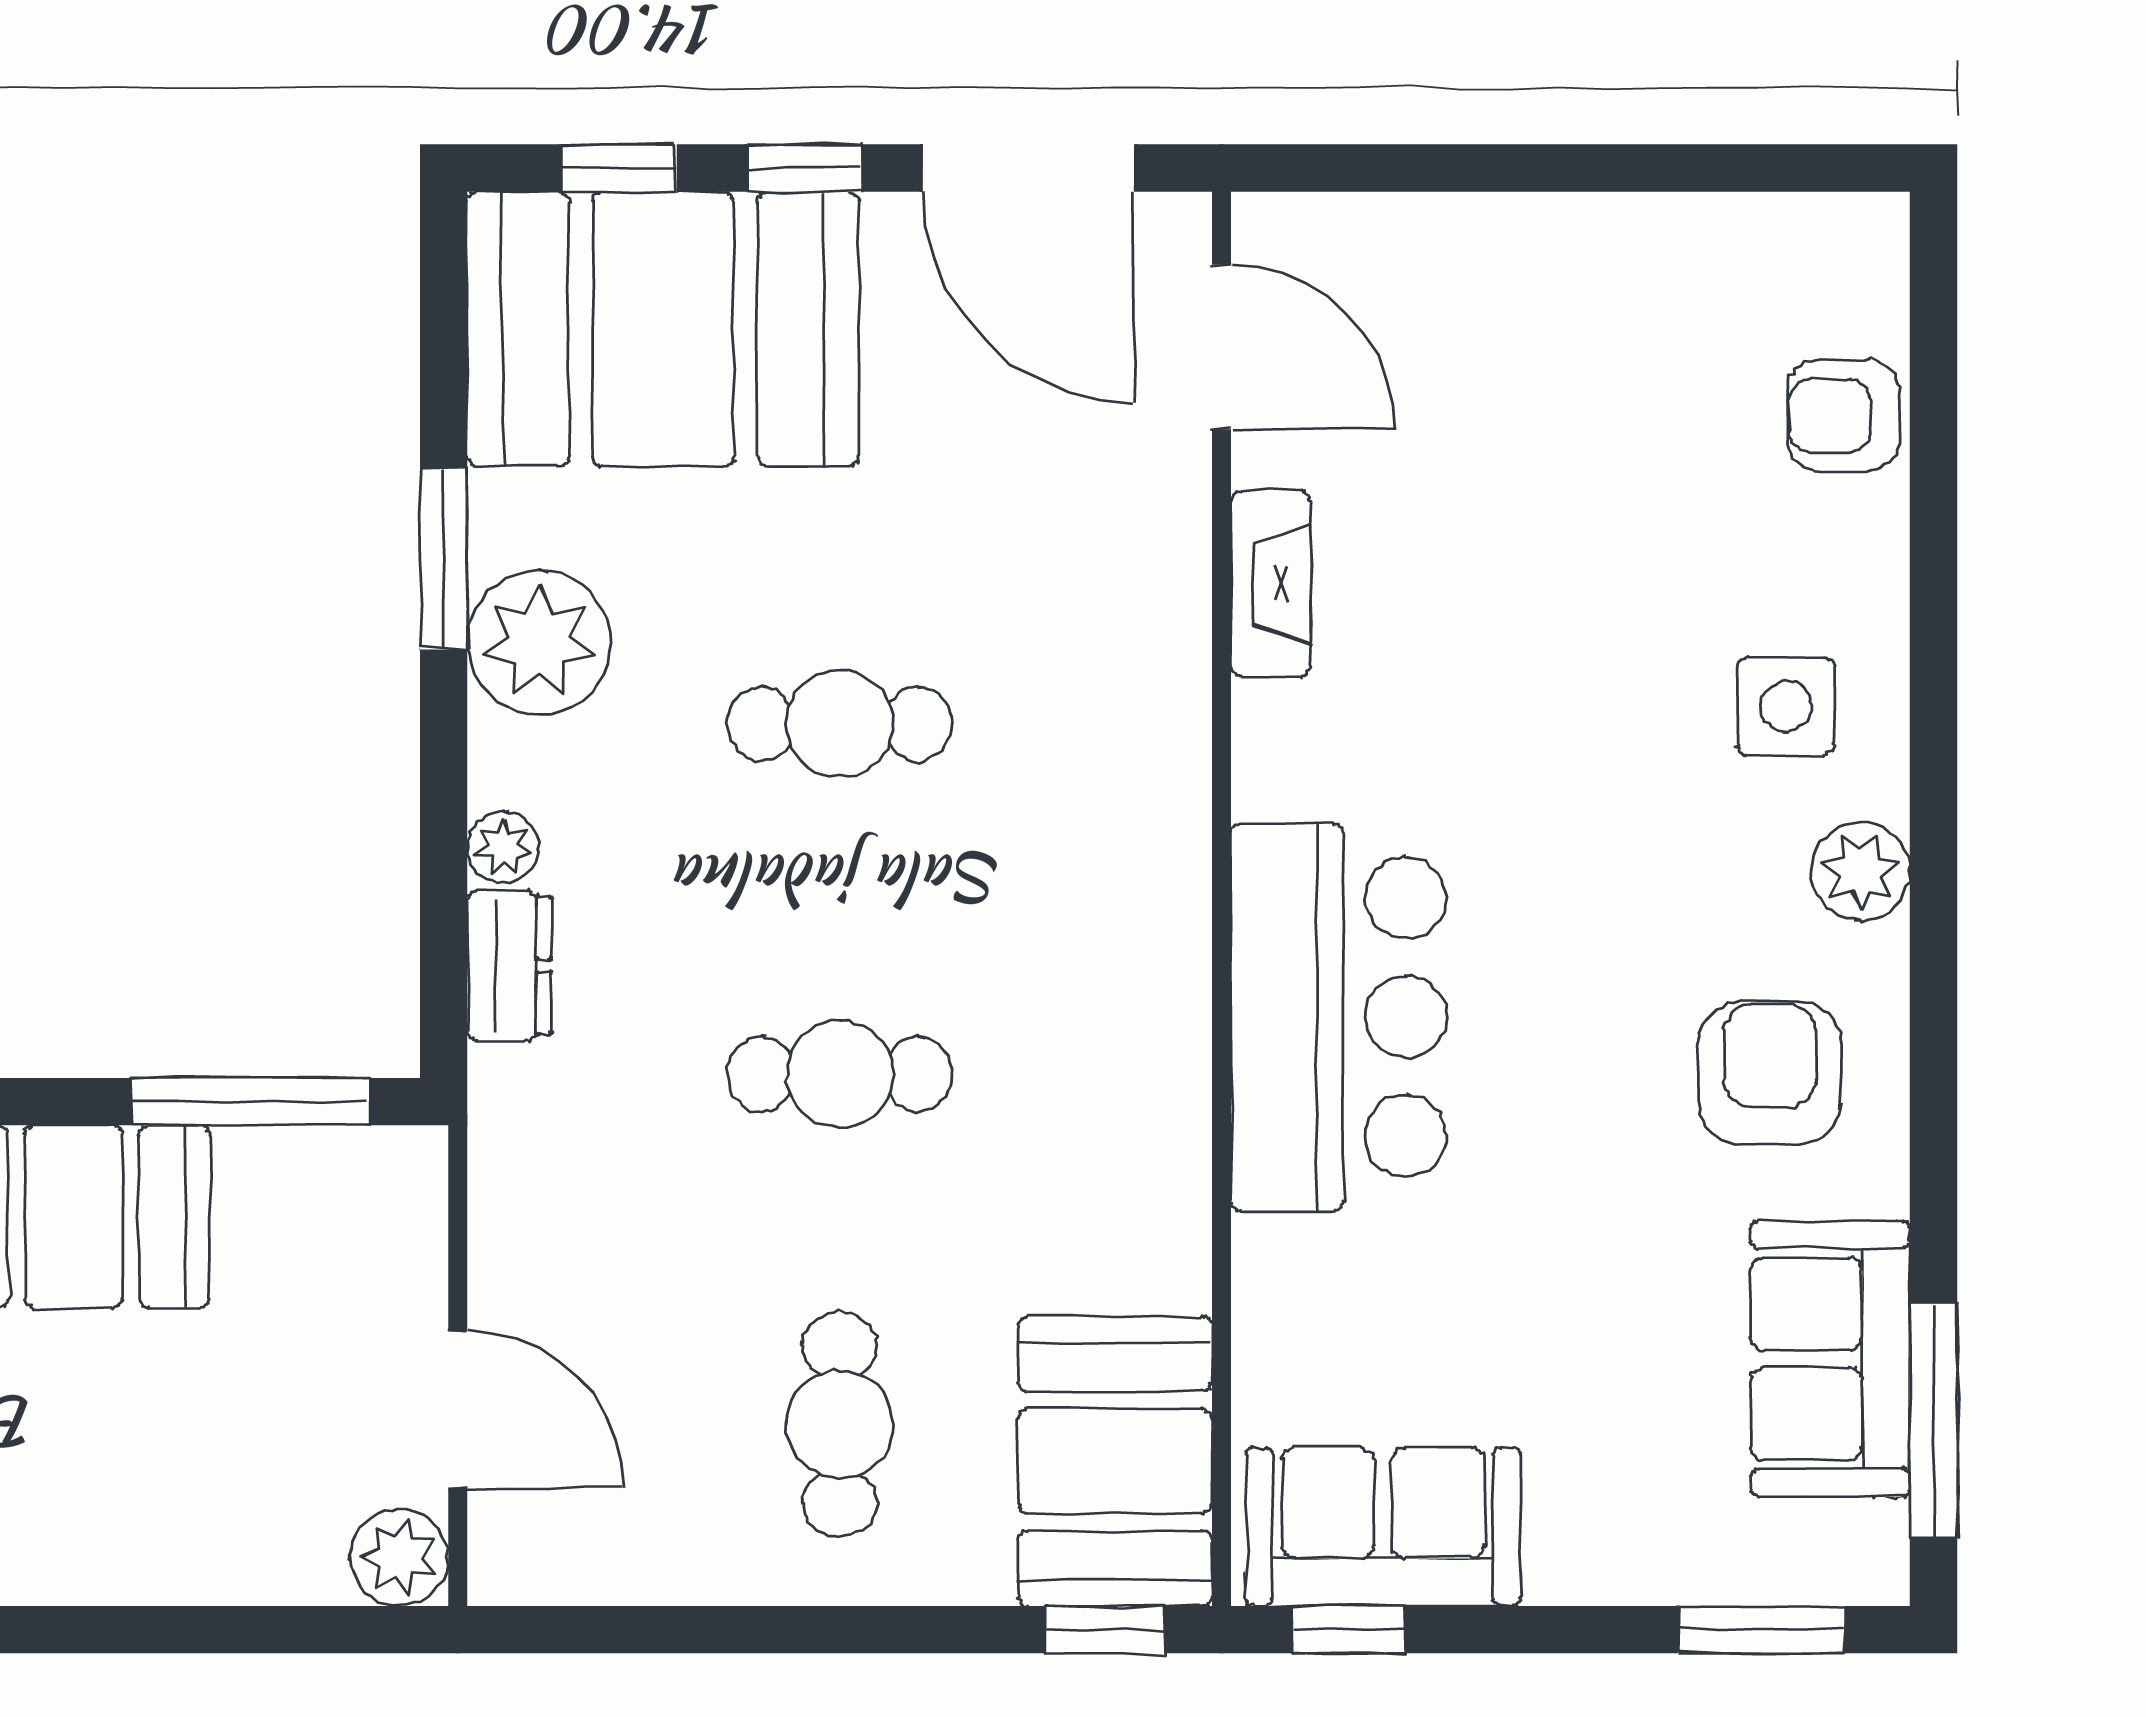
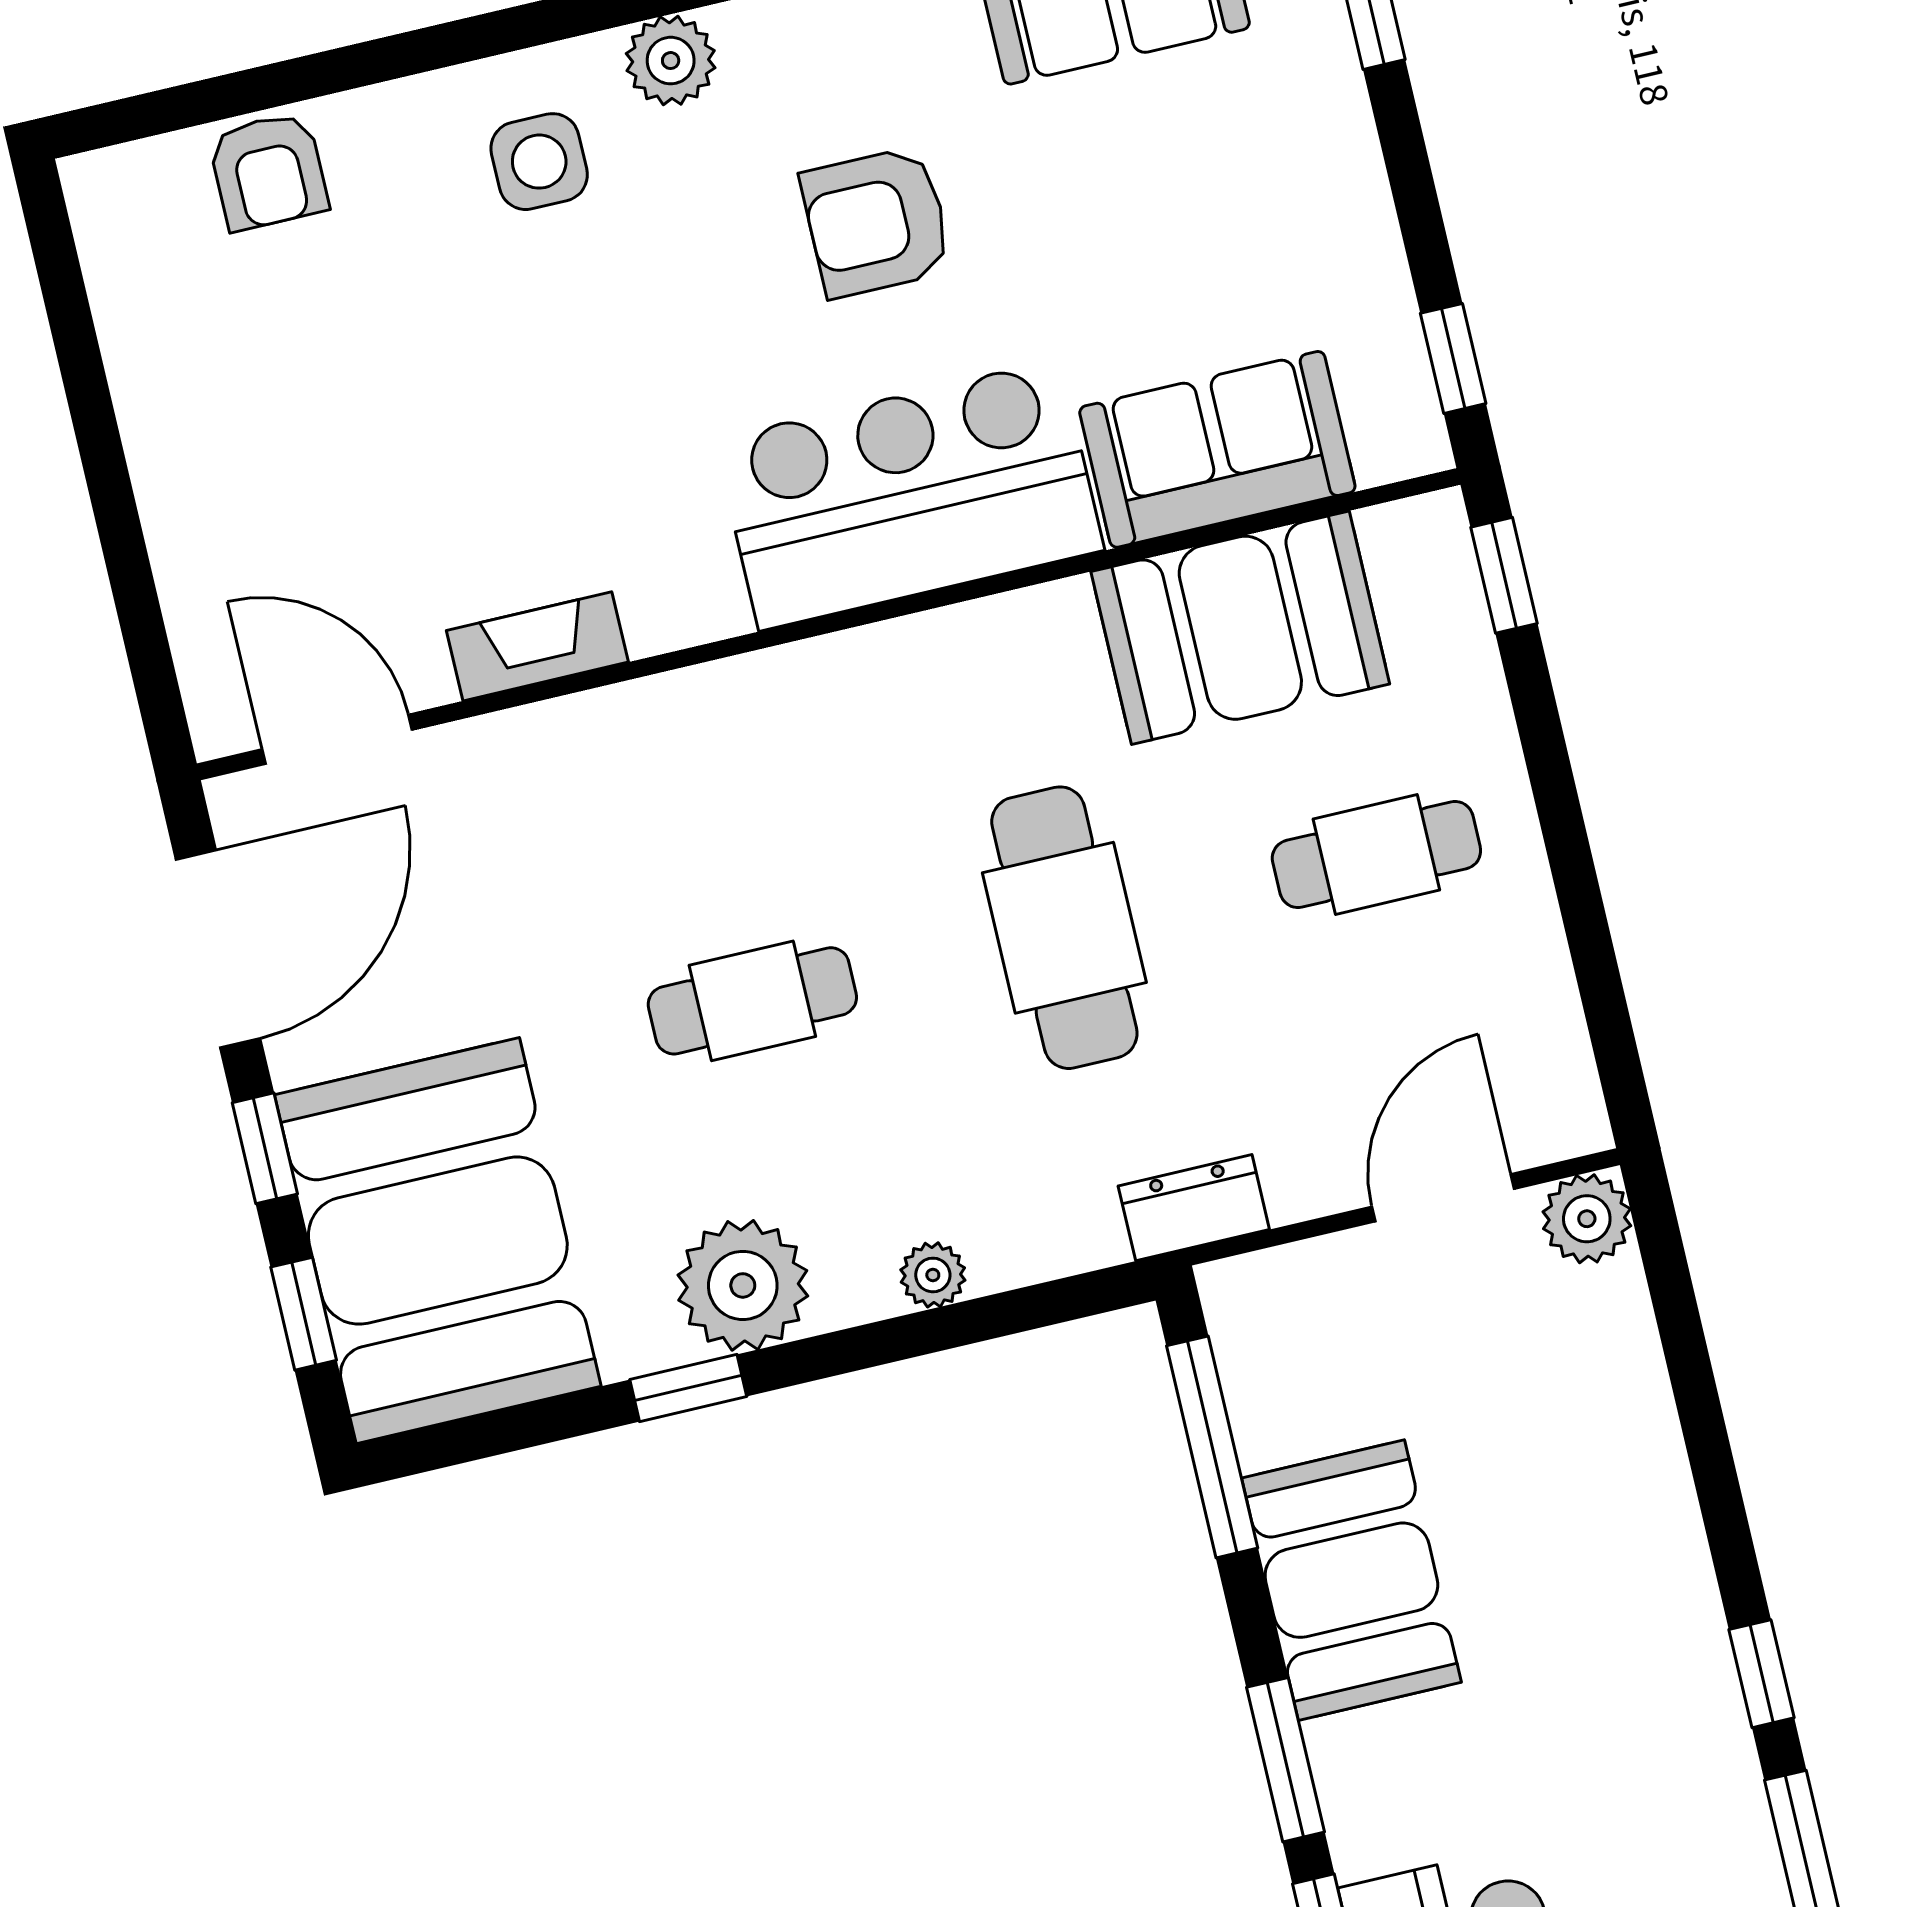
door: (1222, 347) -> (337, 739), hinge flipped
window: (444, 559) -> (688, 1388), width x0.67
cafe table: (840, 724) -> (752, 1001), turned 90
dresser: (509, 966) -> (1194, 1208), moved
armchair: (1770, 1073) -> (877, 222), moved
cafe table: (840, 1074) -> (1064, 928), width x1.37, depth x1.35
booth: (1115, 1461) -> (1240, 628), moved
sofa: (1383, 1527) -> (1217, 449), moved, turned 90

